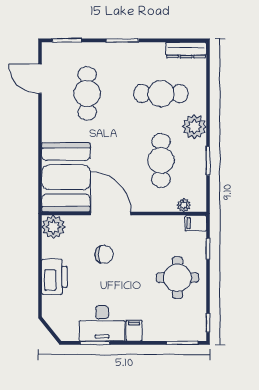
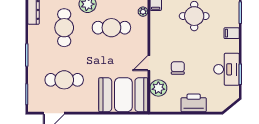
door: (111, 213) -> (149, 63), width x0.53
plant: (53, 227) -> (158, 88), moved
filing cabinet: (134, 331) -> (232, 33), moved

